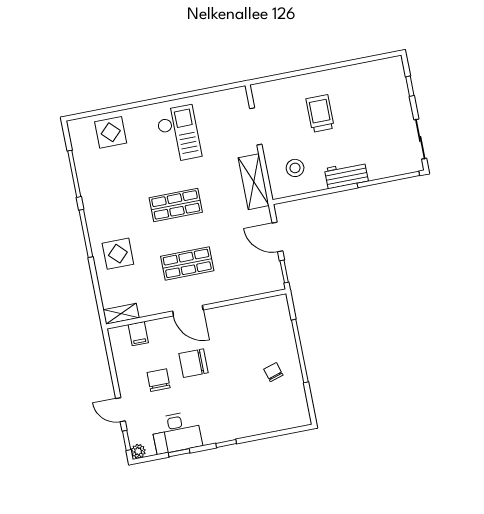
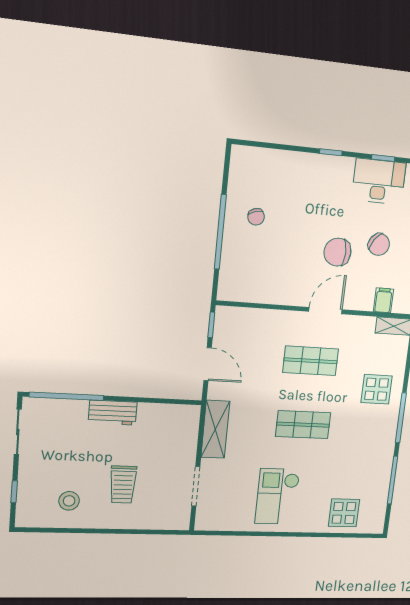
stool: (295, 168) -> (69, 501), moved
door: (188, 311) -> (326, 311), hinge flipped
chair: (194, 363) -> (337, 252), turned 180
chair: (159, 380) -> (379, 244), turned -54

